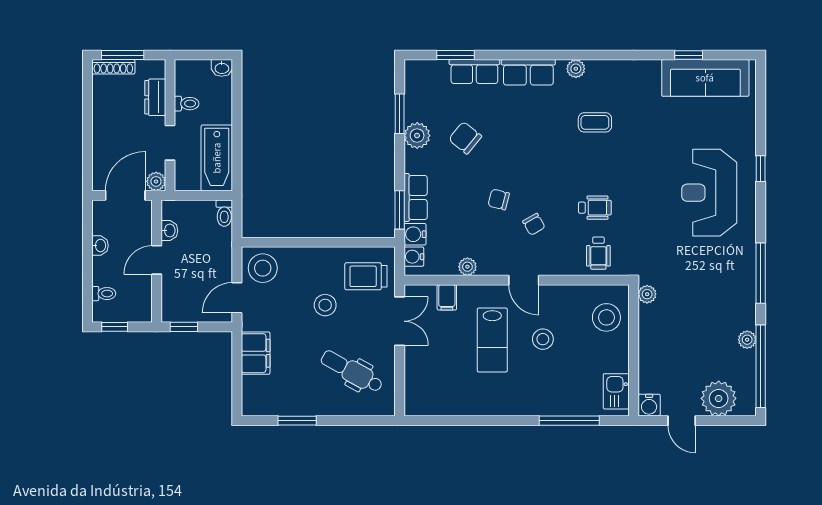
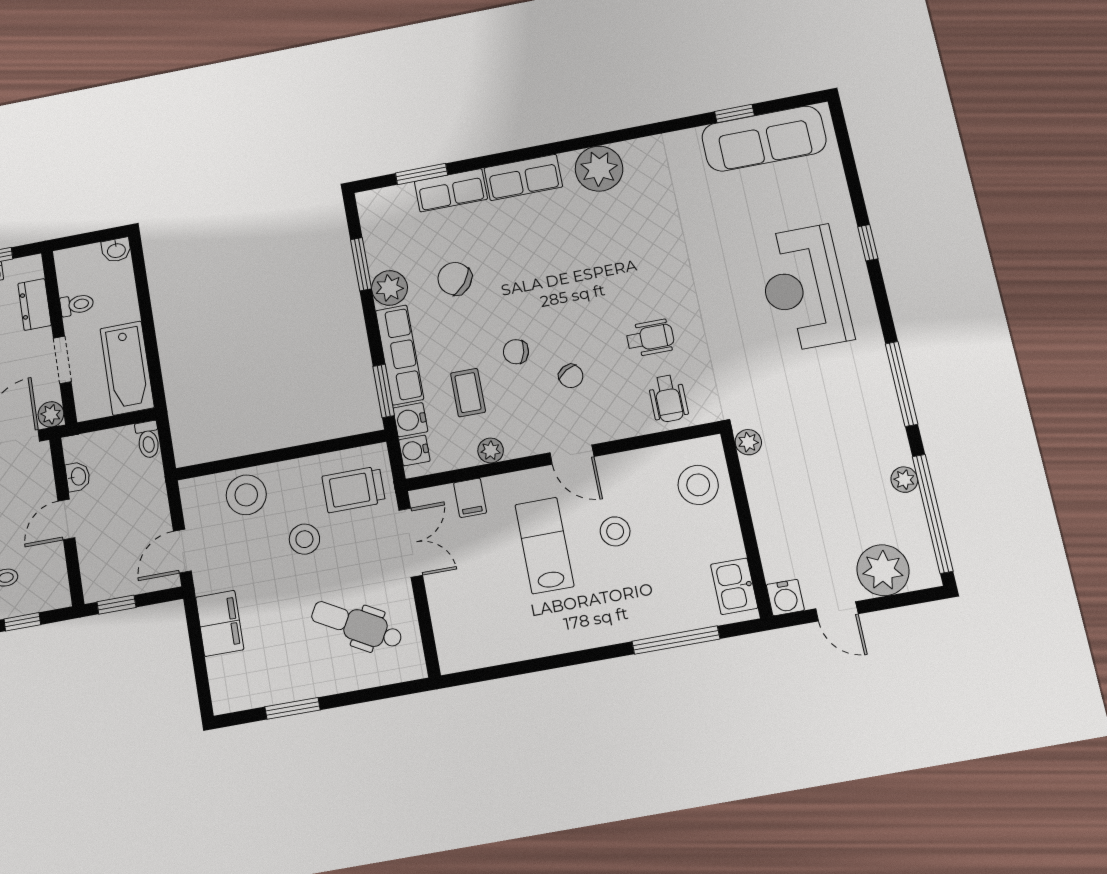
plant: (576, 69) -> (599, 169), width x1.87, depth x1.87
coffee table: (595, 122) -> (468, 393), moved, turned 90
row of seats: (416, 197) -> (400, 355), width x1.48
stool: (263, 268) -> (246, 495), moved
lab bench: (492, 340) -> (544, 545), turned 180

